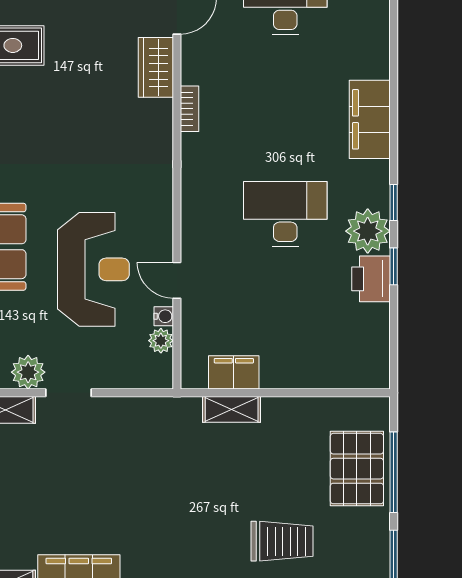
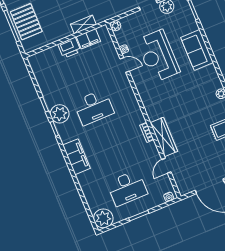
wardrobe: (156, 67) -> (164, 137), width x1.50
printer: (371, 279) -> (69, 48), moved, turned 90
plant: (161, 341) -> (115, 26), moved

